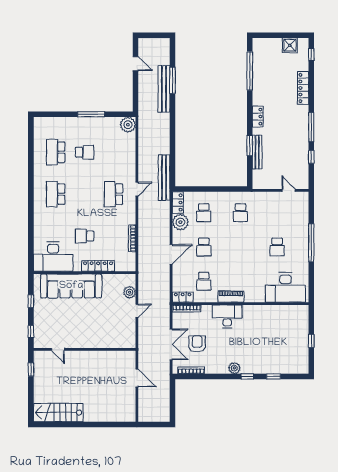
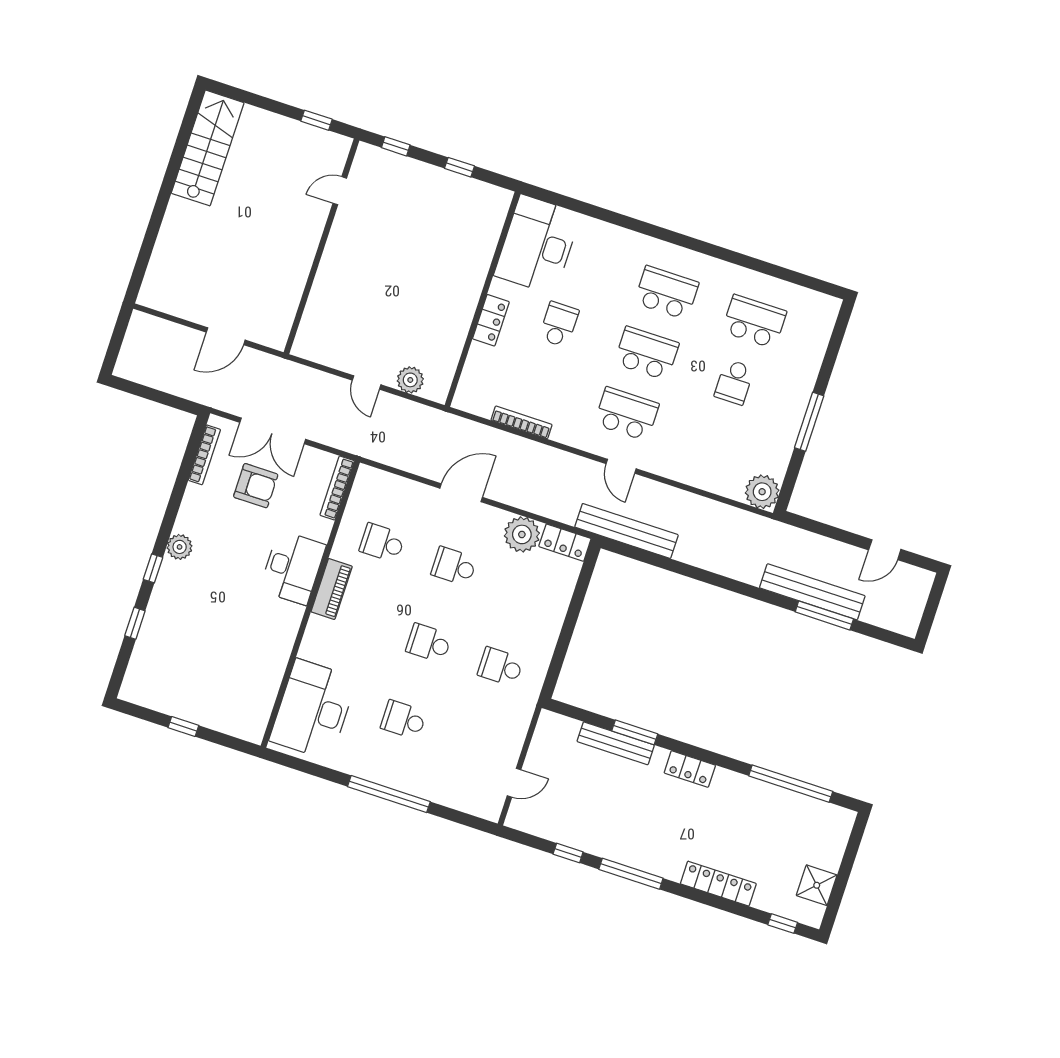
school desk: (85, 194) -> (647, 353), added
school desk: (204, 213) -> (429, 643), moved
door: (171, 254) -> (461, 493), swing flipped
locker: (98, 266) -> (491, 320), width x0.66
sofa: (71, 286) -> (464, 262), removed
locker: (183, 297) -> (364, 488), removed

